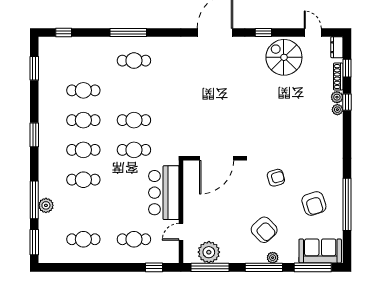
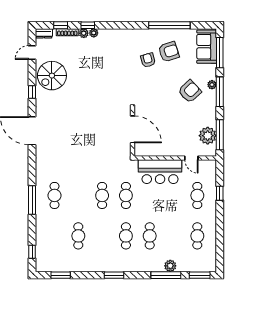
cafe table: (83, 120) -> (102, 236), removed
armchair: (276, 178) -> (148, 60), moved
window: (154, 267) -> (220, 193), moved

